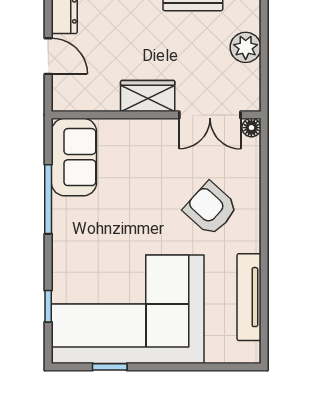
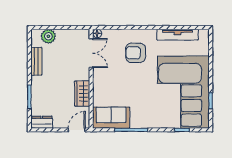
plant: (246, 47) -> (48, 36), moved
door: (48, 56) -> (77, 130), moved
wardrobe: (148, 96) -> (82, 94), moved
armchair: (211, 209) -> (136, 53), turned 48

